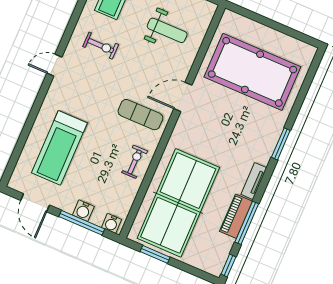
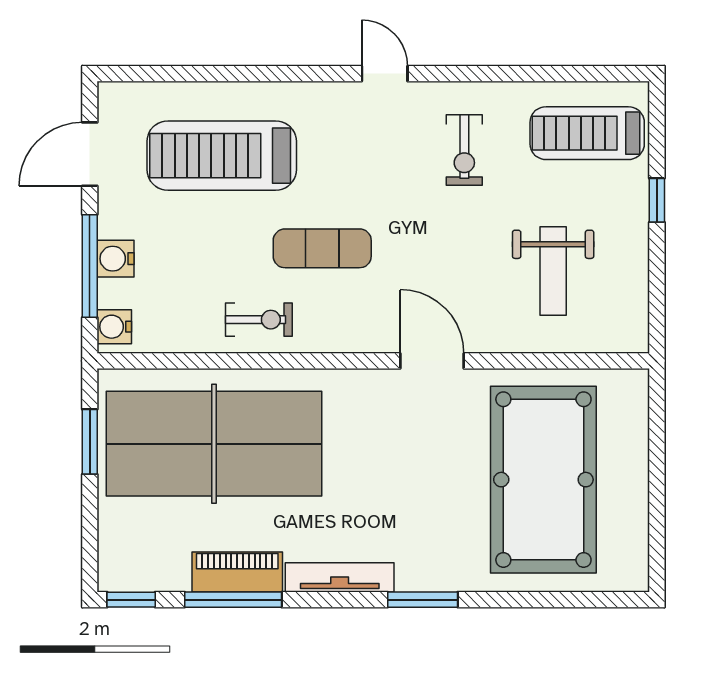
exercise mat: (140, 115) -> (322, 248), moved, turned 90
tv unit: (254, 181) -> (340, 577), width x1.41

